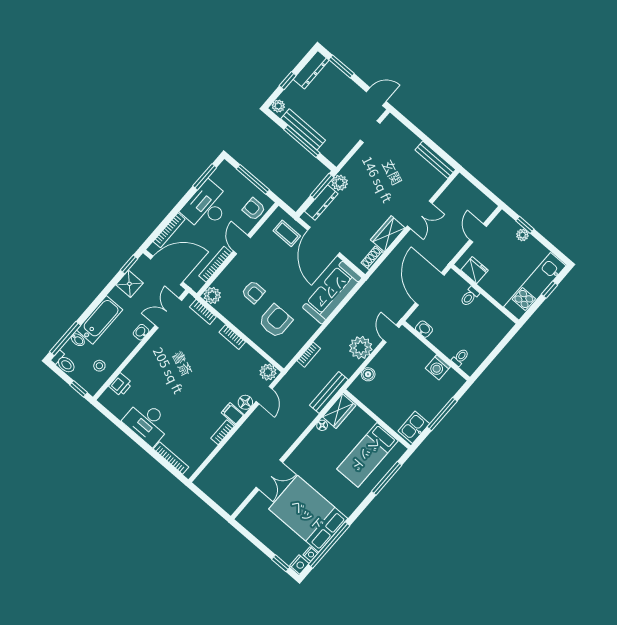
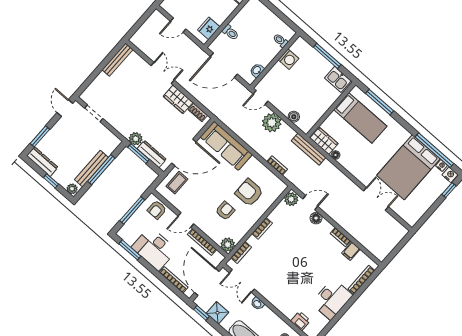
filing cabinet: (233, 414) -> (351, 251), moved

